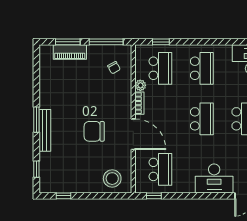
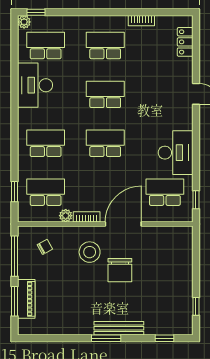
stool: (112, 179) -> (90, 252), moved
desk: (214, 179) -> (176, 153), moved

